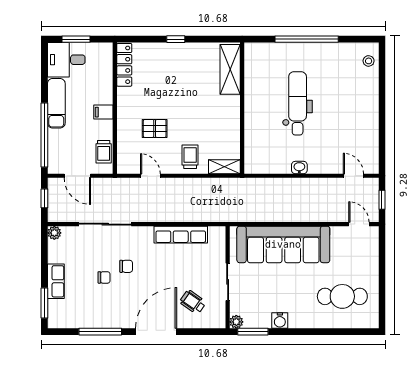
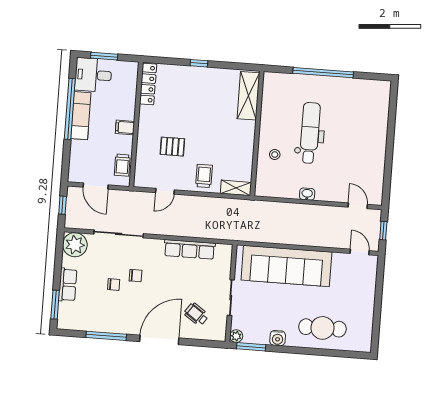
stool: (369, 61) -> (275, 155), moved
window: (44, 135) -> (70, 109), moved
door: (150, 176) -> (165, 191), swing flipped
plant: (54, 233) -> (75, 245), width x1.88, depth x1.88
cafe table: (342, 296) -> (322, 328), moved

